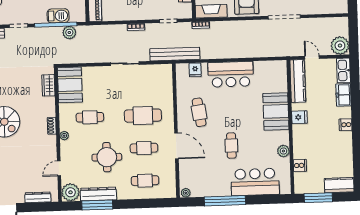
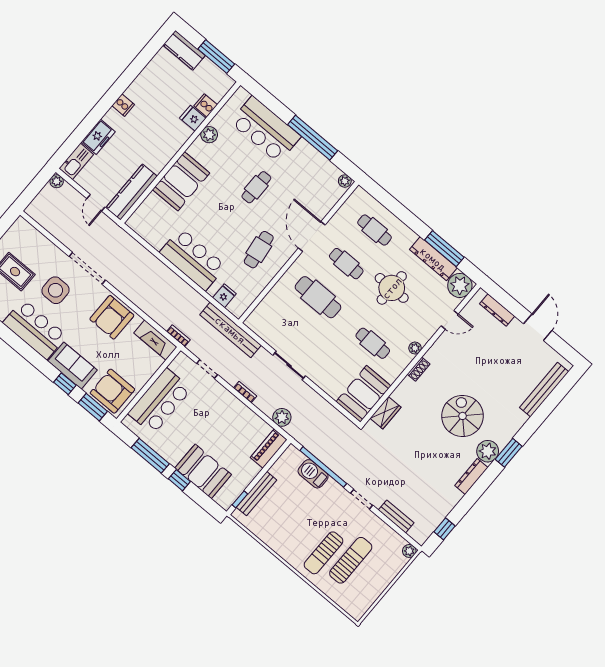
plant: (69, 33) -> (282, 417), moved
plant: (340, 46) -> (57, 181), width x0.53, depth x0.53
fridge: (299, 117) -> (193, 118), moved

